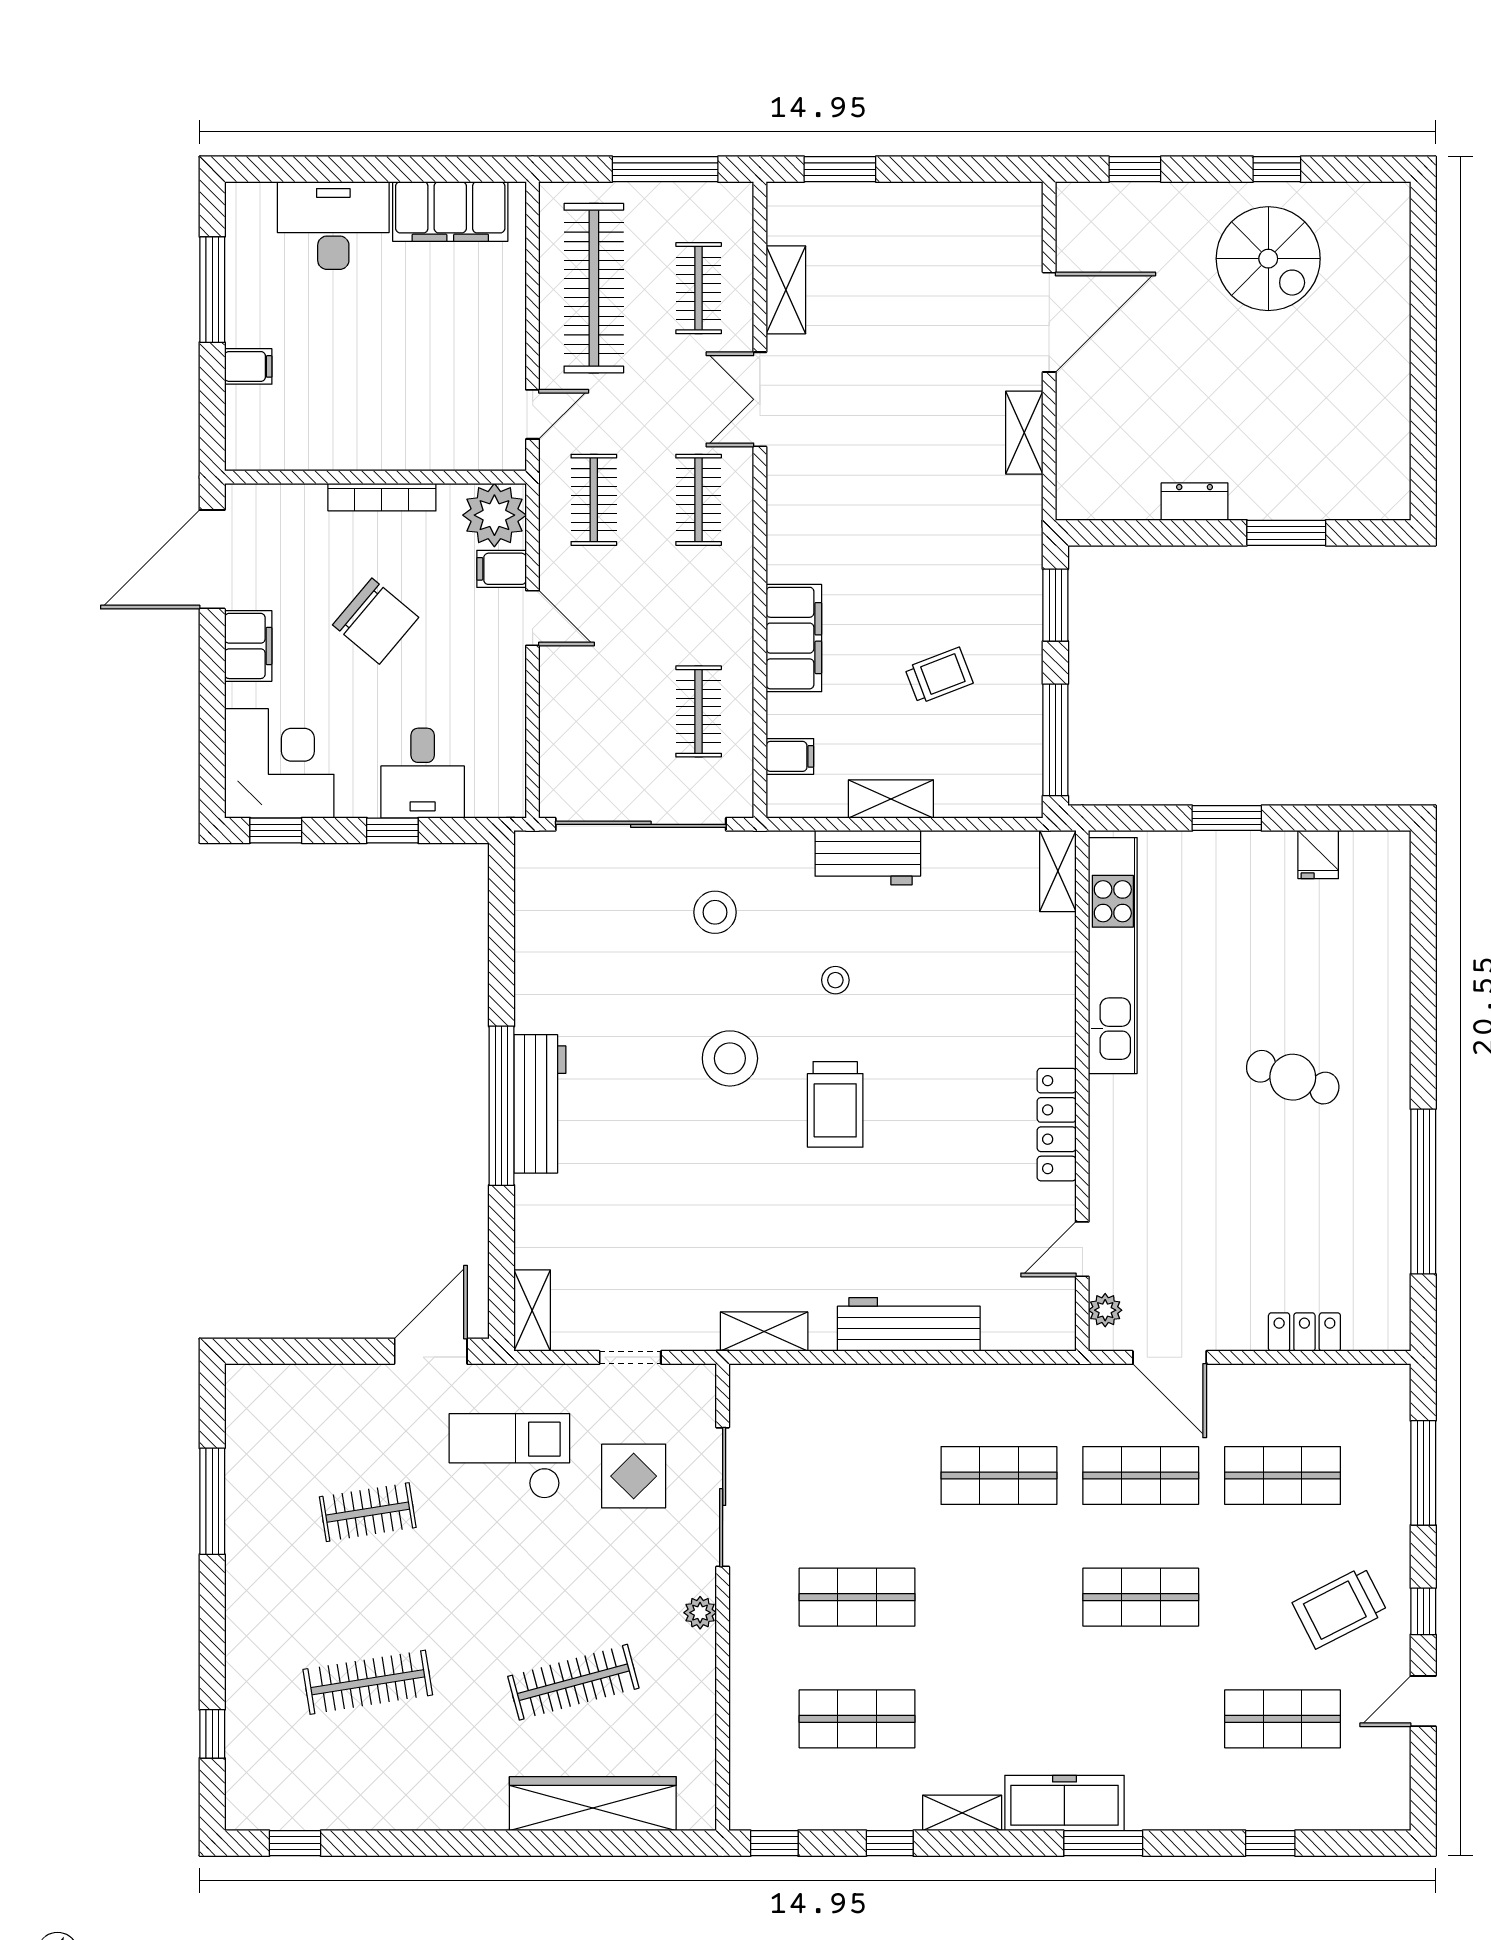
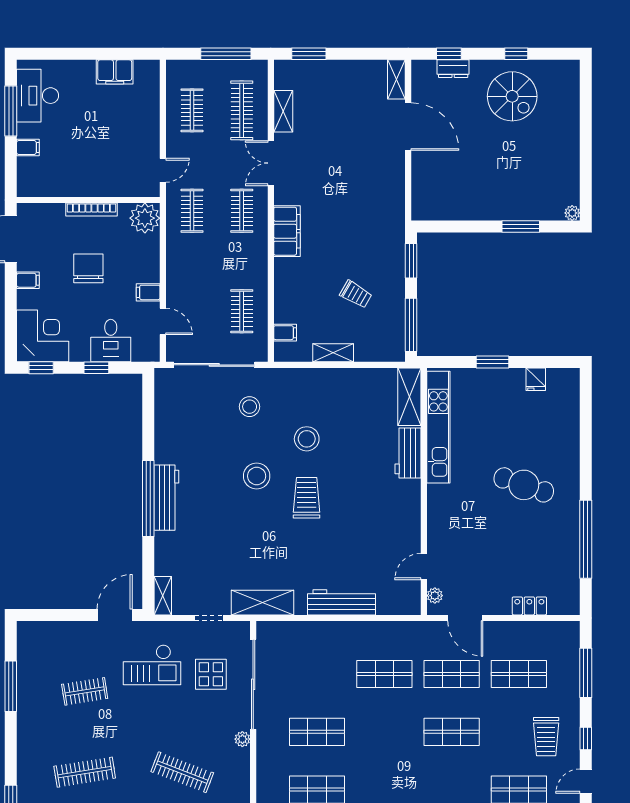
filing cabinet: (450, 211) -> (115, 72), width x0.67, depth x0.86
desk: (333, 225) -> (38, 96), moved, turned -90
clothes rail: (594, 288) -> (192, 110), width x0.54, depth x0.76
clothes rail: (699, 288) -> (242, 110), width x1.36
door: (1049, 322) -> (408, 127), hinge flipped
shelving: (1024, 433) -> (396, 79), moved
dresser: (1195, 502) -> (453, 69), moved, turned 180
plant: (1395, 504) -> (572, 213), added
filing cabinet: (502, 569) -> (148, 292), moved
door: (533, 618) -> (163, 321), moved
chair: (376, 621) -> (88, 268), turned -130
filing cabinet: (794, 638) -> (287, 231), moved
filing cabinet: (248, 646) -> (28, 280), width x0.50
trolley: (939, 676) -> (356, 294), turned 51
workbench: (868, 858) -> (408, 453), moved, turned 90
shelving: (1058, 871) -> (409, 397), width x1.50, depth x1.33
stool: (835, 980) -> (307, 439), width x1.89, depth x1.89
cafe table: (1293, 1077) -> (524, 485), width x1.37, depth x1.35
trolley: (835, 1104) -> (307, 498), turned 180
locker: (1057, 1125) -> (412, 507), removed
shelving: (764, 1332) -> (262, 603), width x1.50, depth x1.33
checkout: (509, 1456) -> (152, 665), turned 180
sliding door: (723, 1497) -> (253, 684), width x1.36
trolley: (1340, 1608) -> (546, 737), turned -63
clothes rail: (573, 1682) -> (182, 772), turned 36

